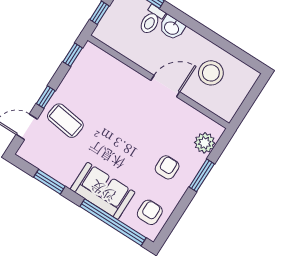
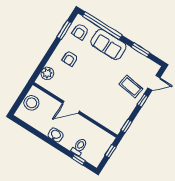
washbasin: (172, 28) -> (56, 135), moved
stool: (211, 73) -> (32, 103), moved
window: (202, 175) -> (64, 30), moved

